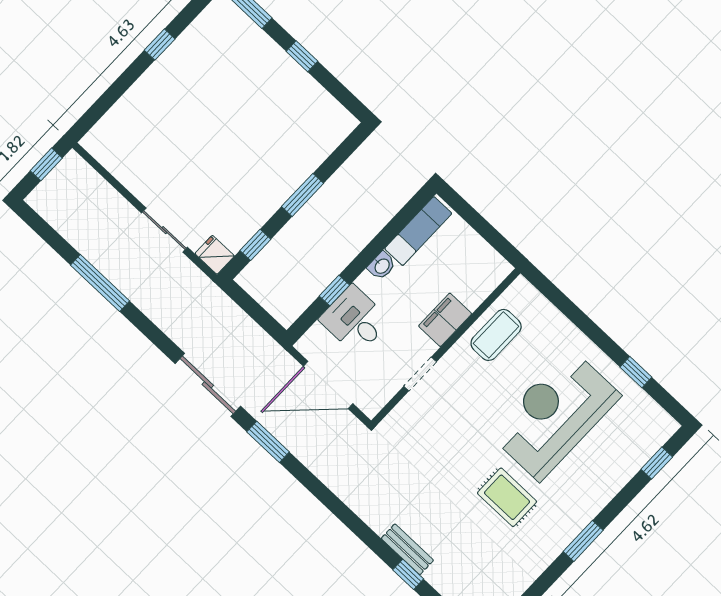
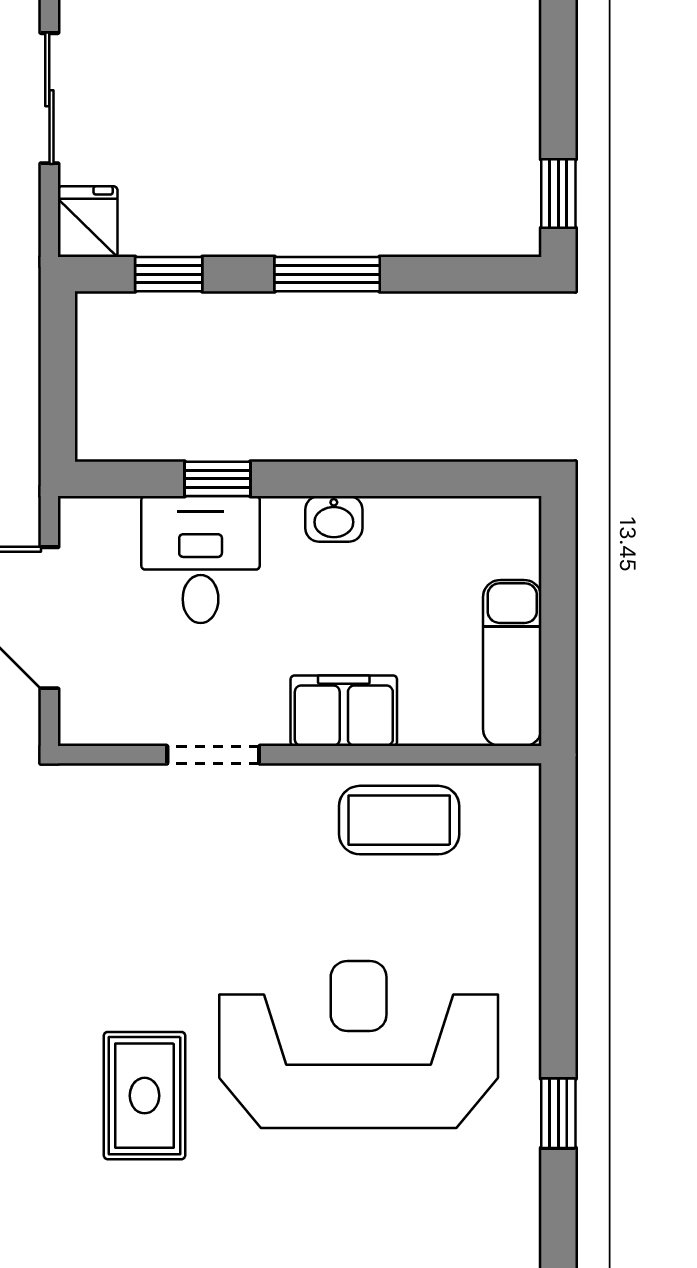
window: (302, 56) -> (558, 194), moved
exam couch: (418, 231) -> (512, 663), moved, turned 90

